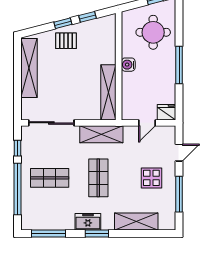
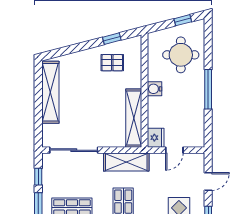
window: (63, 23) -> (86, 45), removed
pallet: (66, 41) -> (112, 63), moved
fridge: (167, 112) -> (156, 138), moved, turned 90

